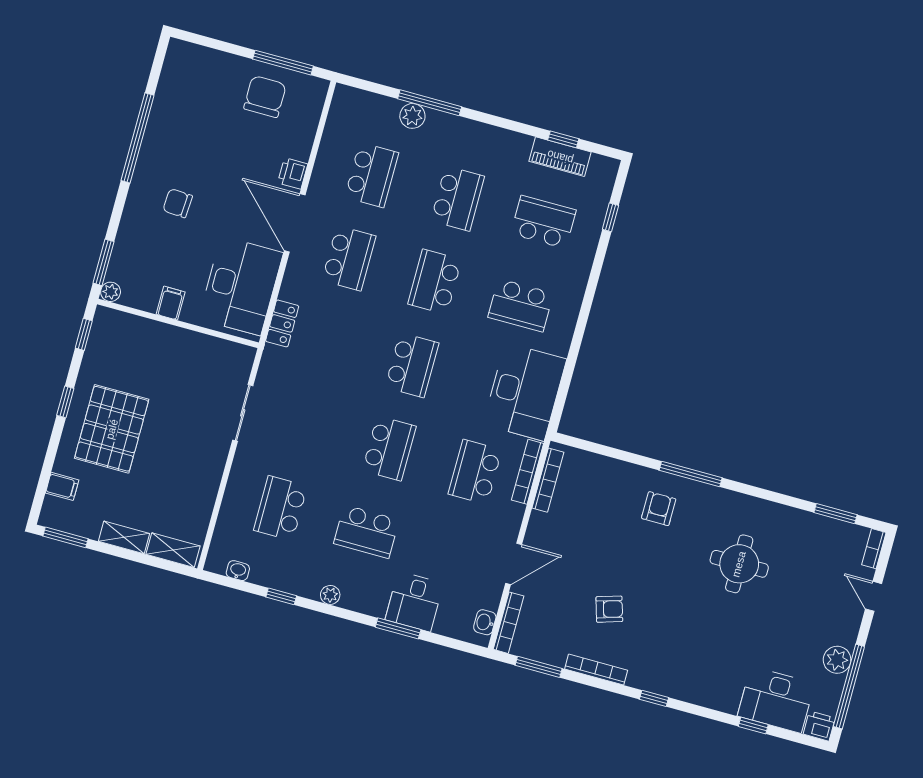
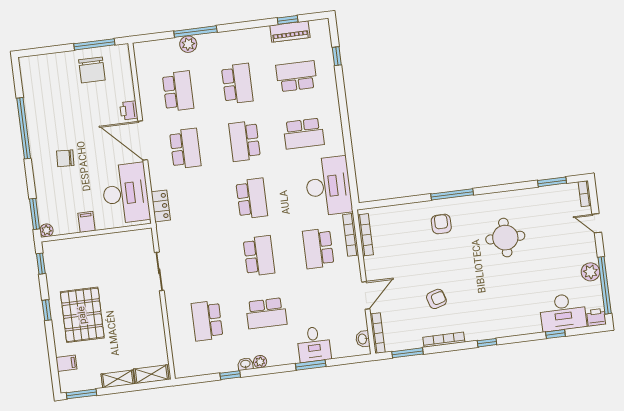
chair: (265, 97) -> (92, 70), turned 180
washbasin: (238, 571) -> (245, 364), moved

